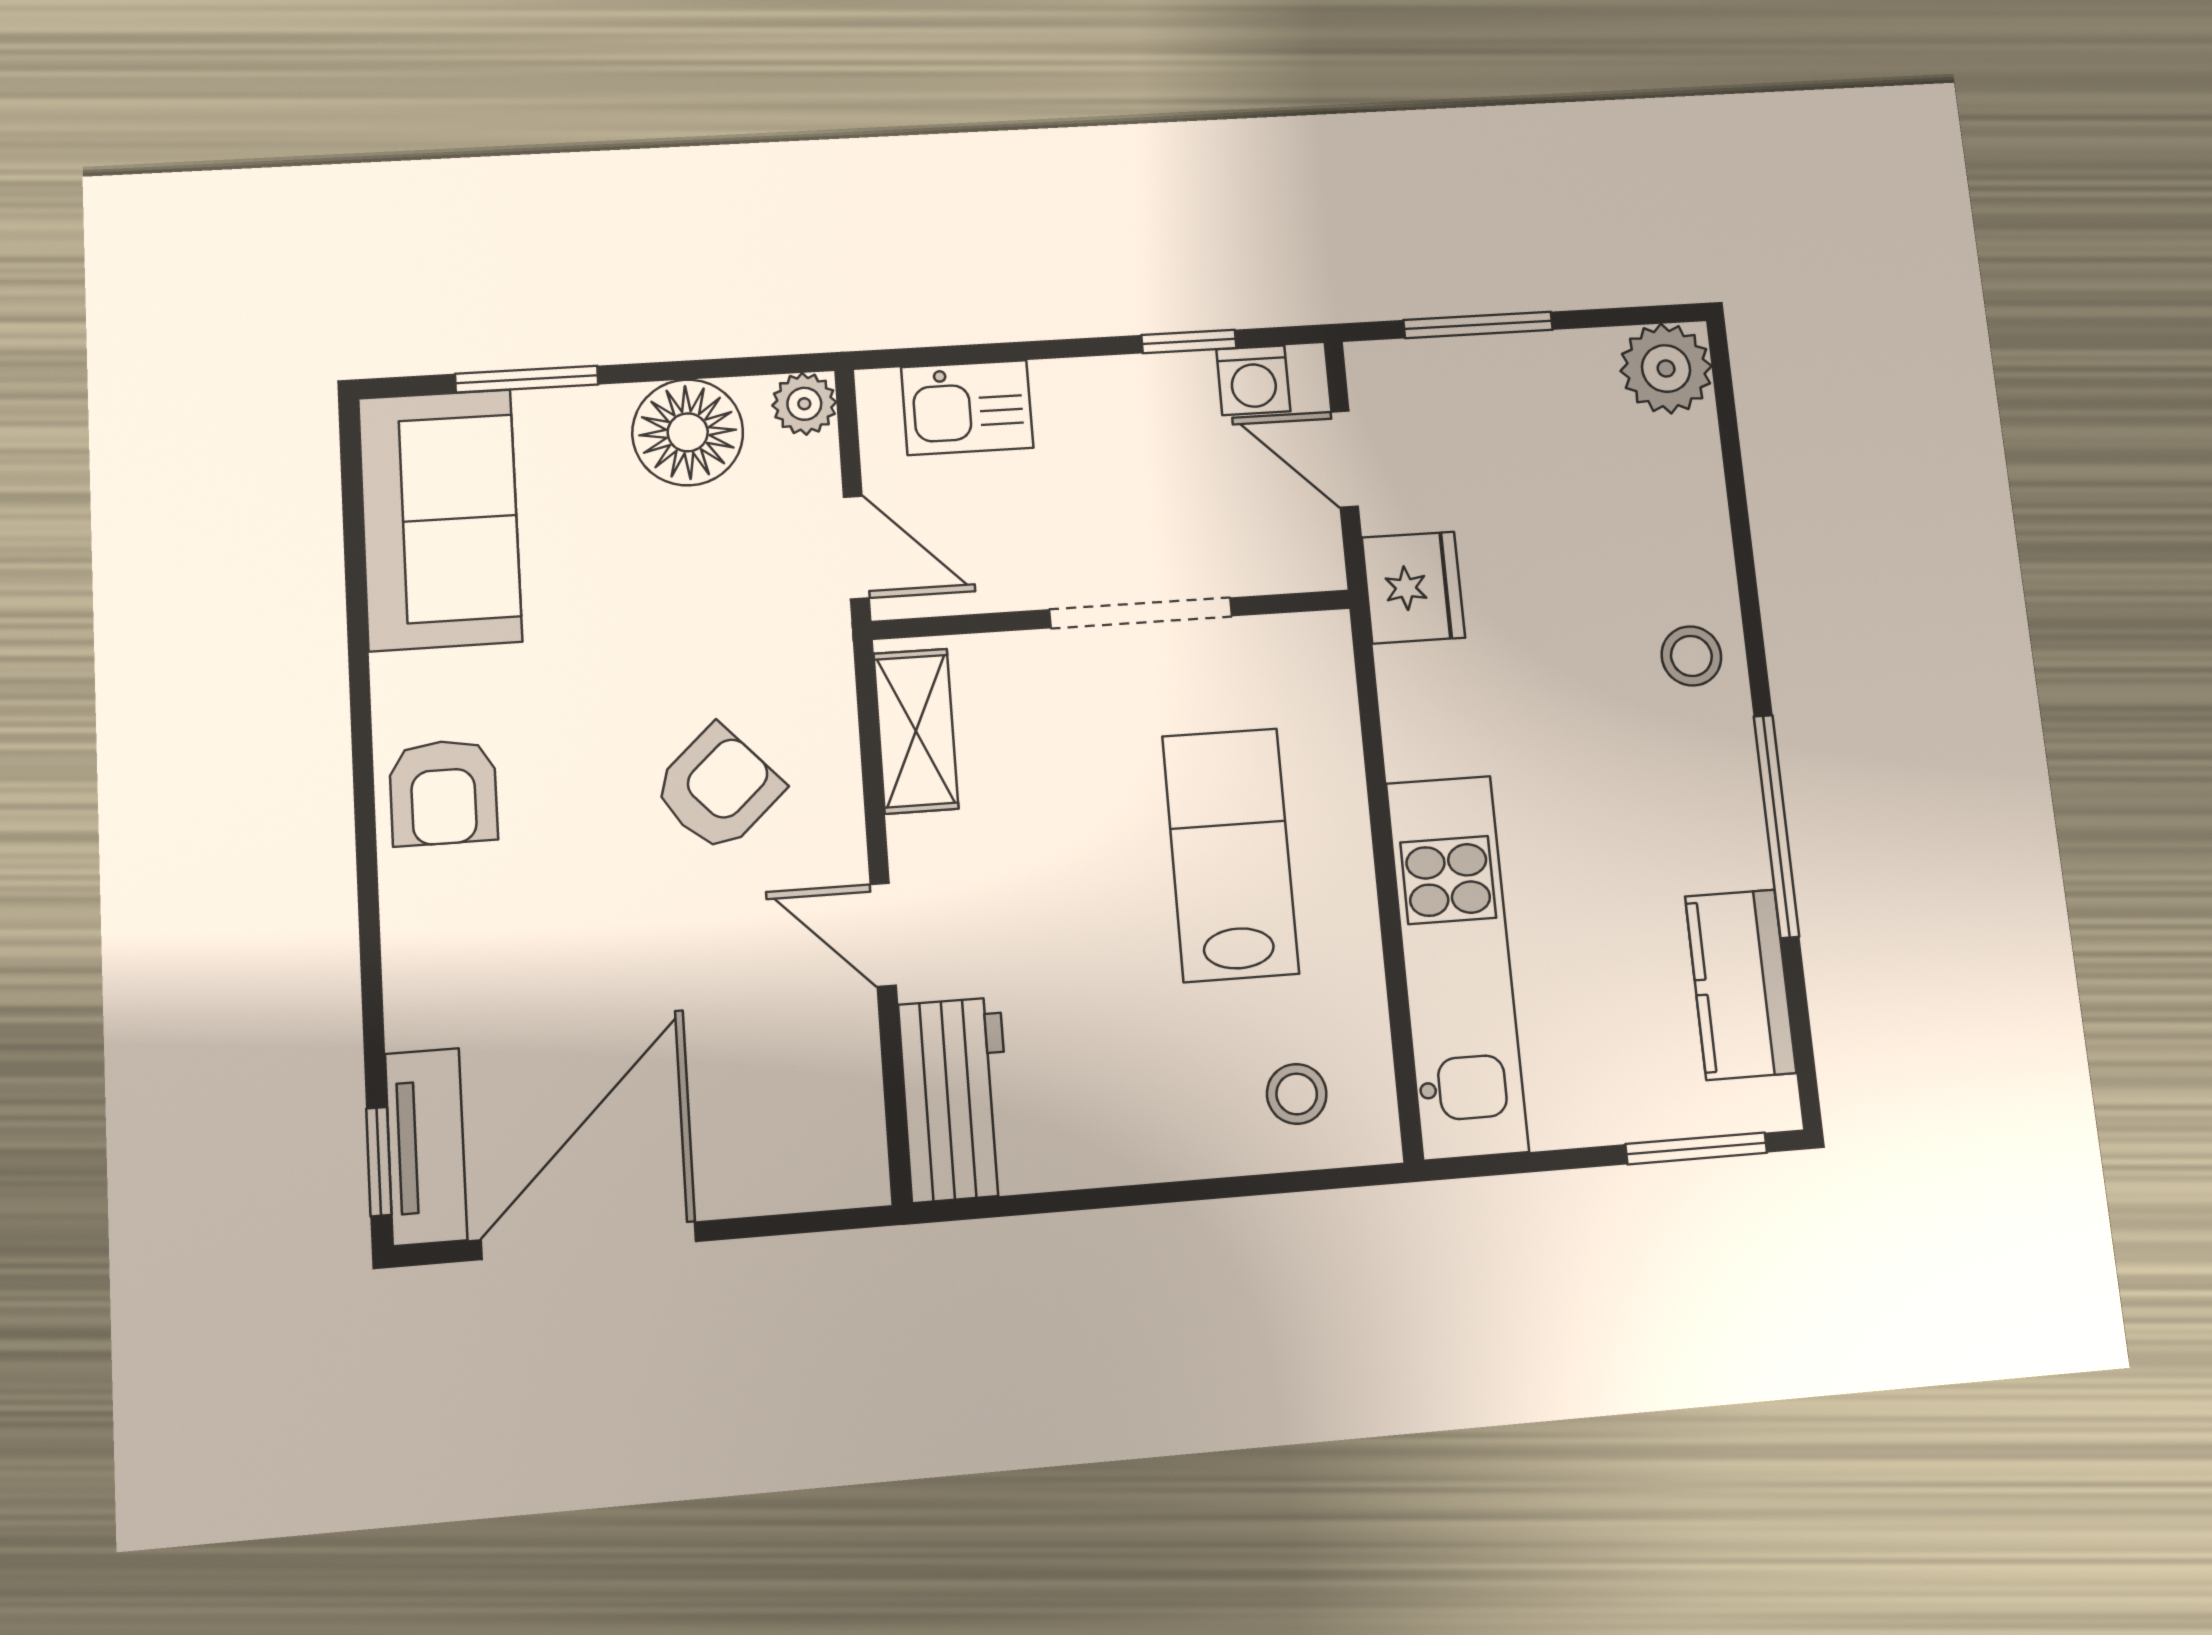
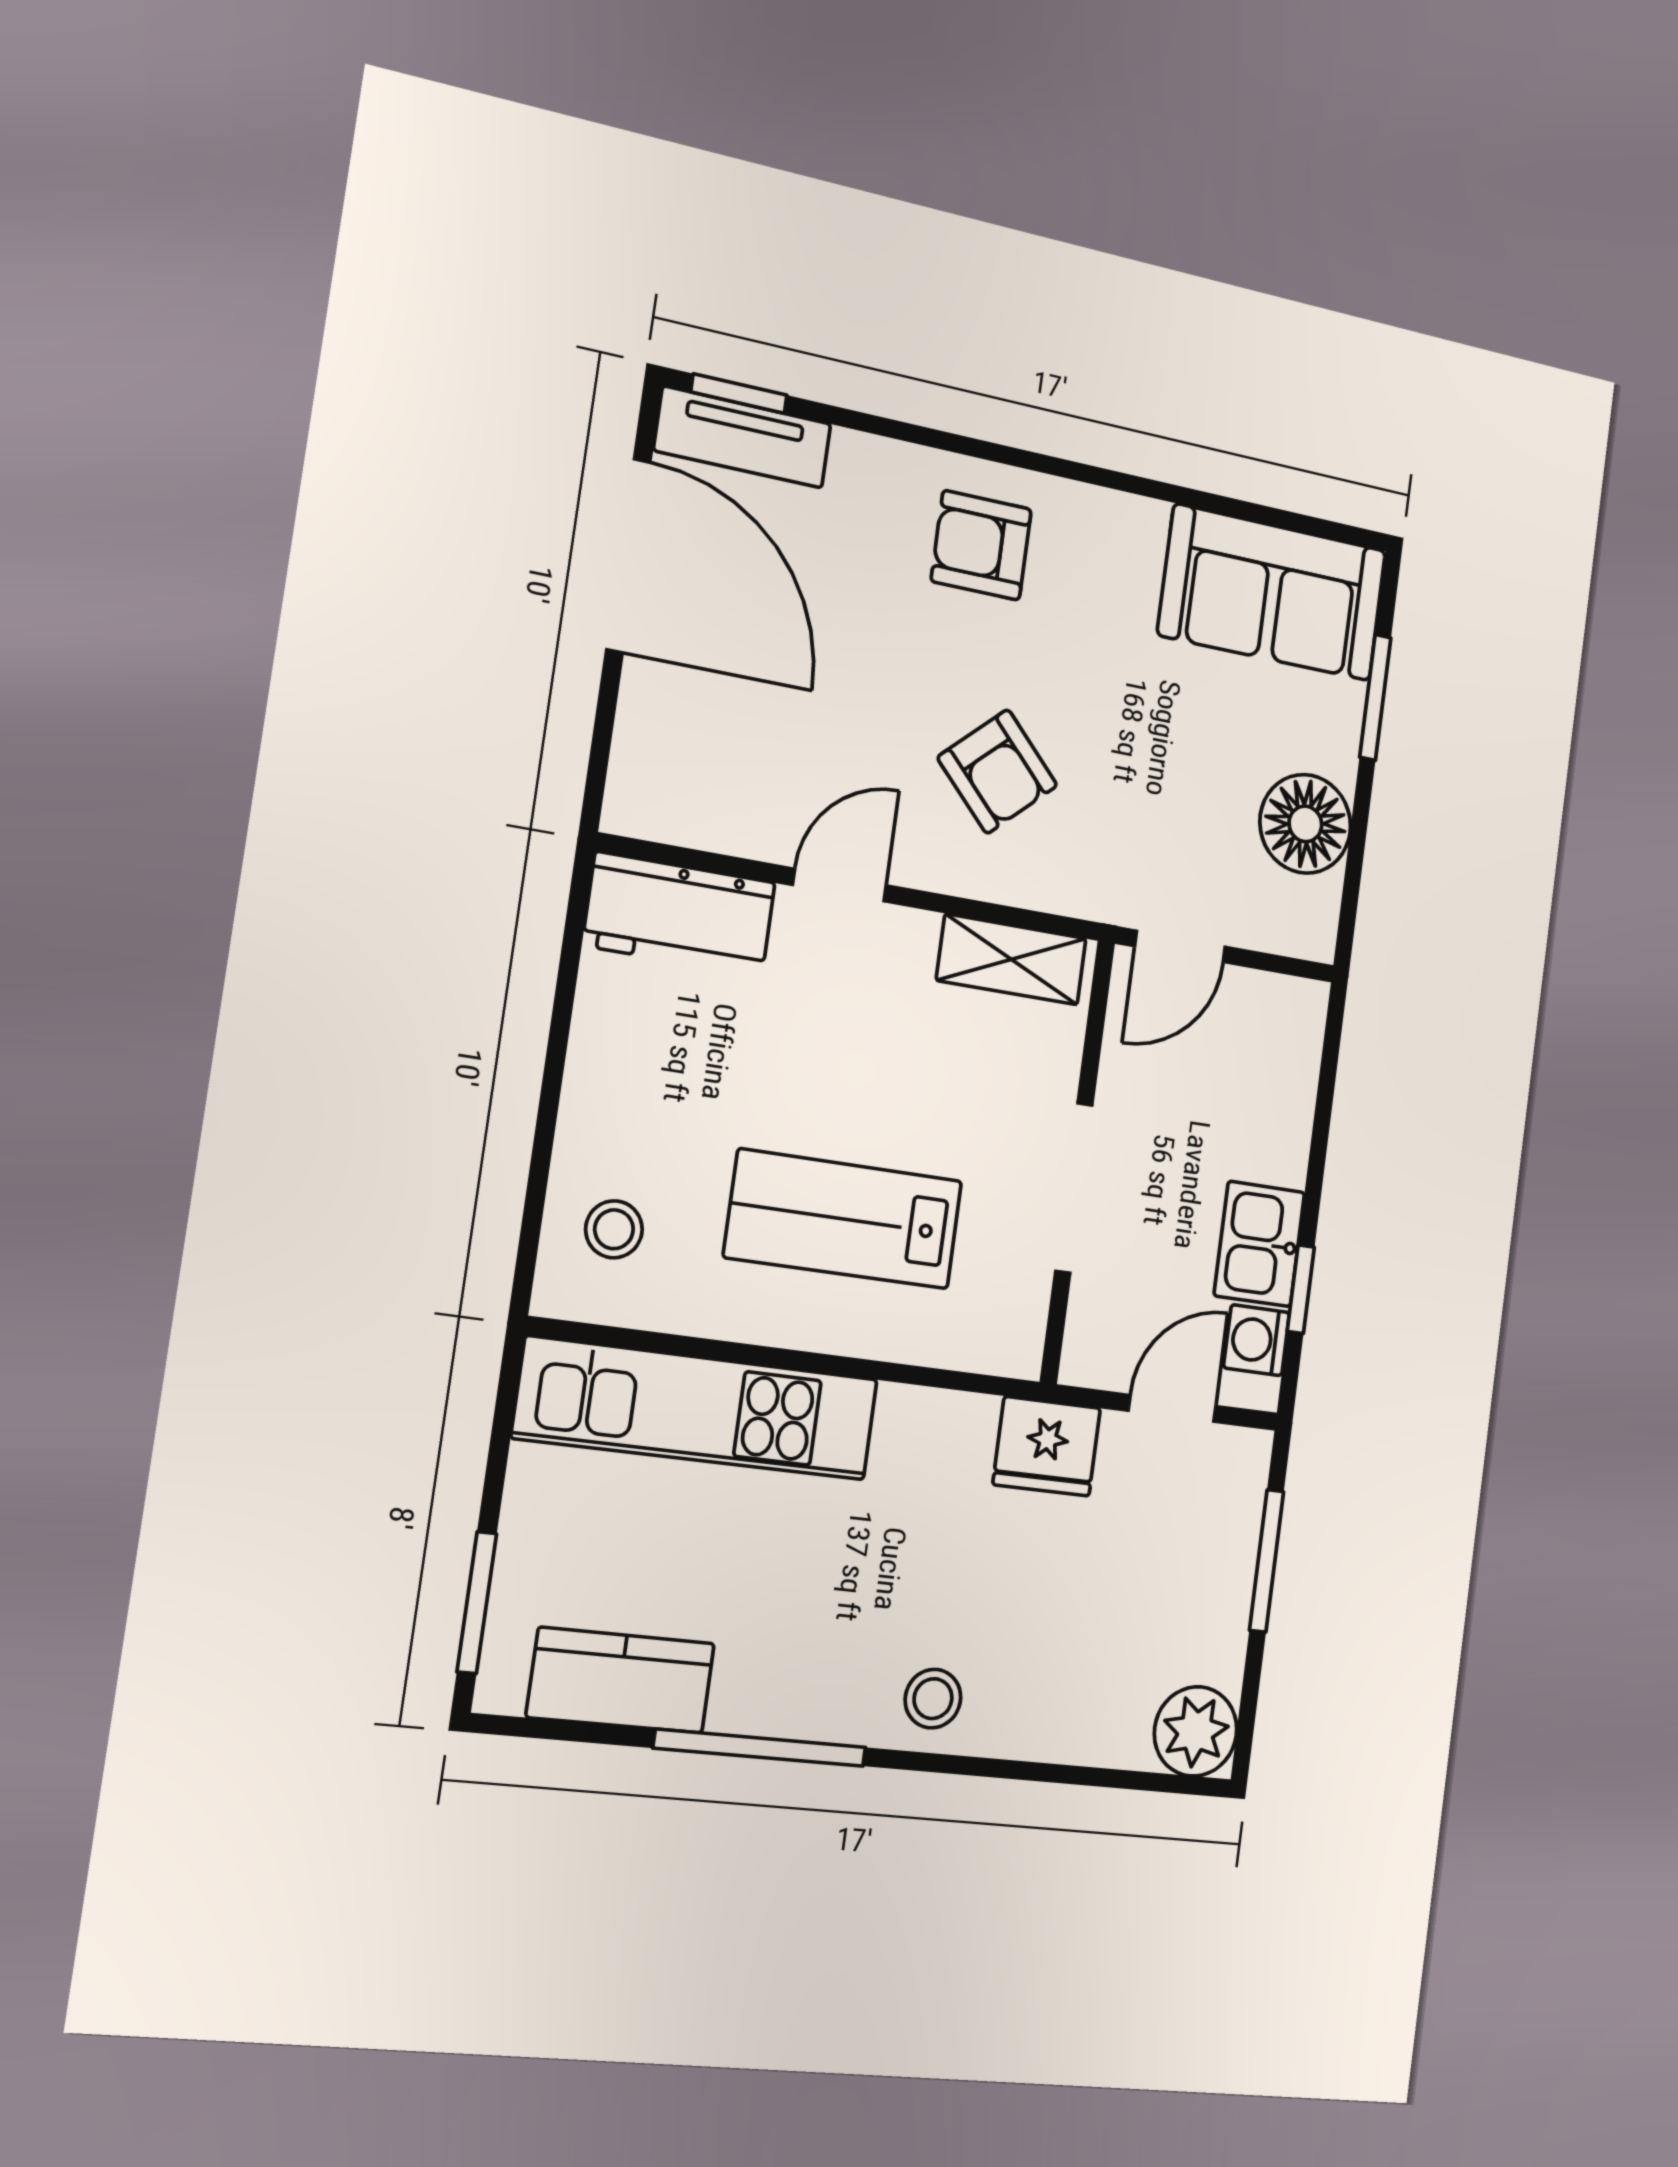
plant: (804, 404) -> (1311, 932), removed
kitchen sink: (967, 407) -> (1259, 1244), moved
armchair: (443, 792) -> (981, 545), moved
lab bench: (1230, 855) -> (844, 1219), turned 180

